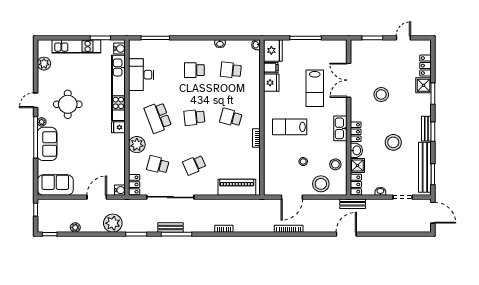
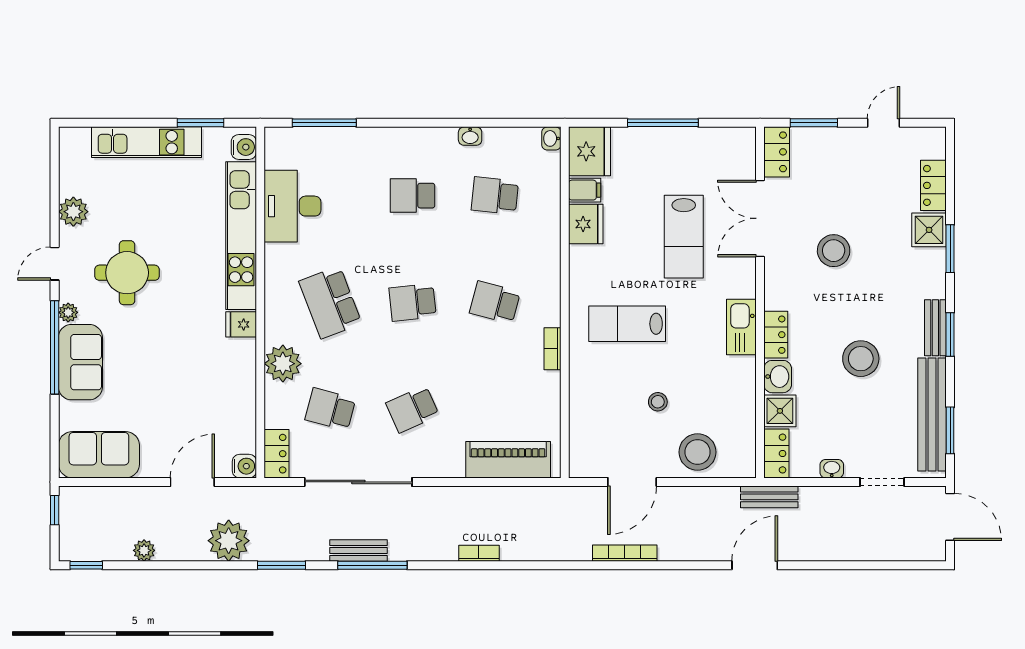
locker: (356, 51) -> (777, 152), added
plant: (44, 64) -> (73, 212), moved
stool: (335, 164) -> (730, 408), removed

